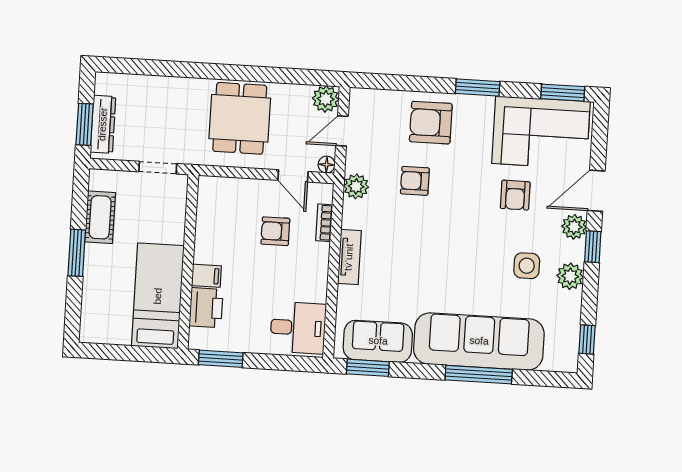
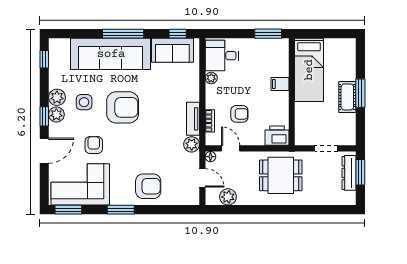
plant: (326, 99) -> (228, 197), moved
dining table: (240, 118) -> (281, 175), moved, turned 90
door: (342, 131) -> (202, 178), hinge flipped
doorway: (158, 168) -> (326, 148), moved
armchair: (415, 181) -> (123, 107), moved, width x1.88, depth x1.88
cot: (100, 217) -> (347, 97), moved
plant: (574, 227) -> (56, 114), moved
tv unit: (349, 257) -> (193, 119), moved
plant: (318, 292) -> (211, 78), added
printer: (206, 308) -> (277, 136), moved, turned 90
window: (368, 368) -> (178, 34), width x0.67
window: (479, 375) -> (123, 34), moved

